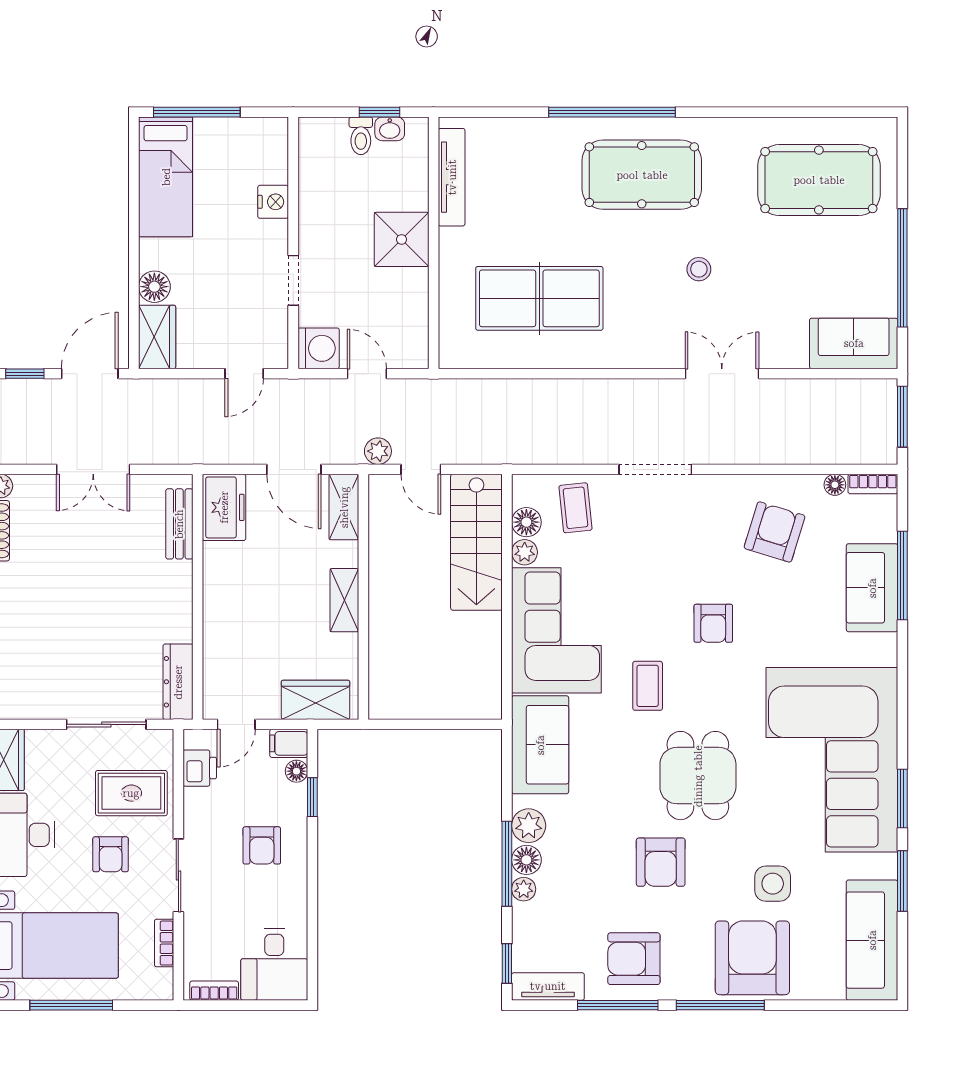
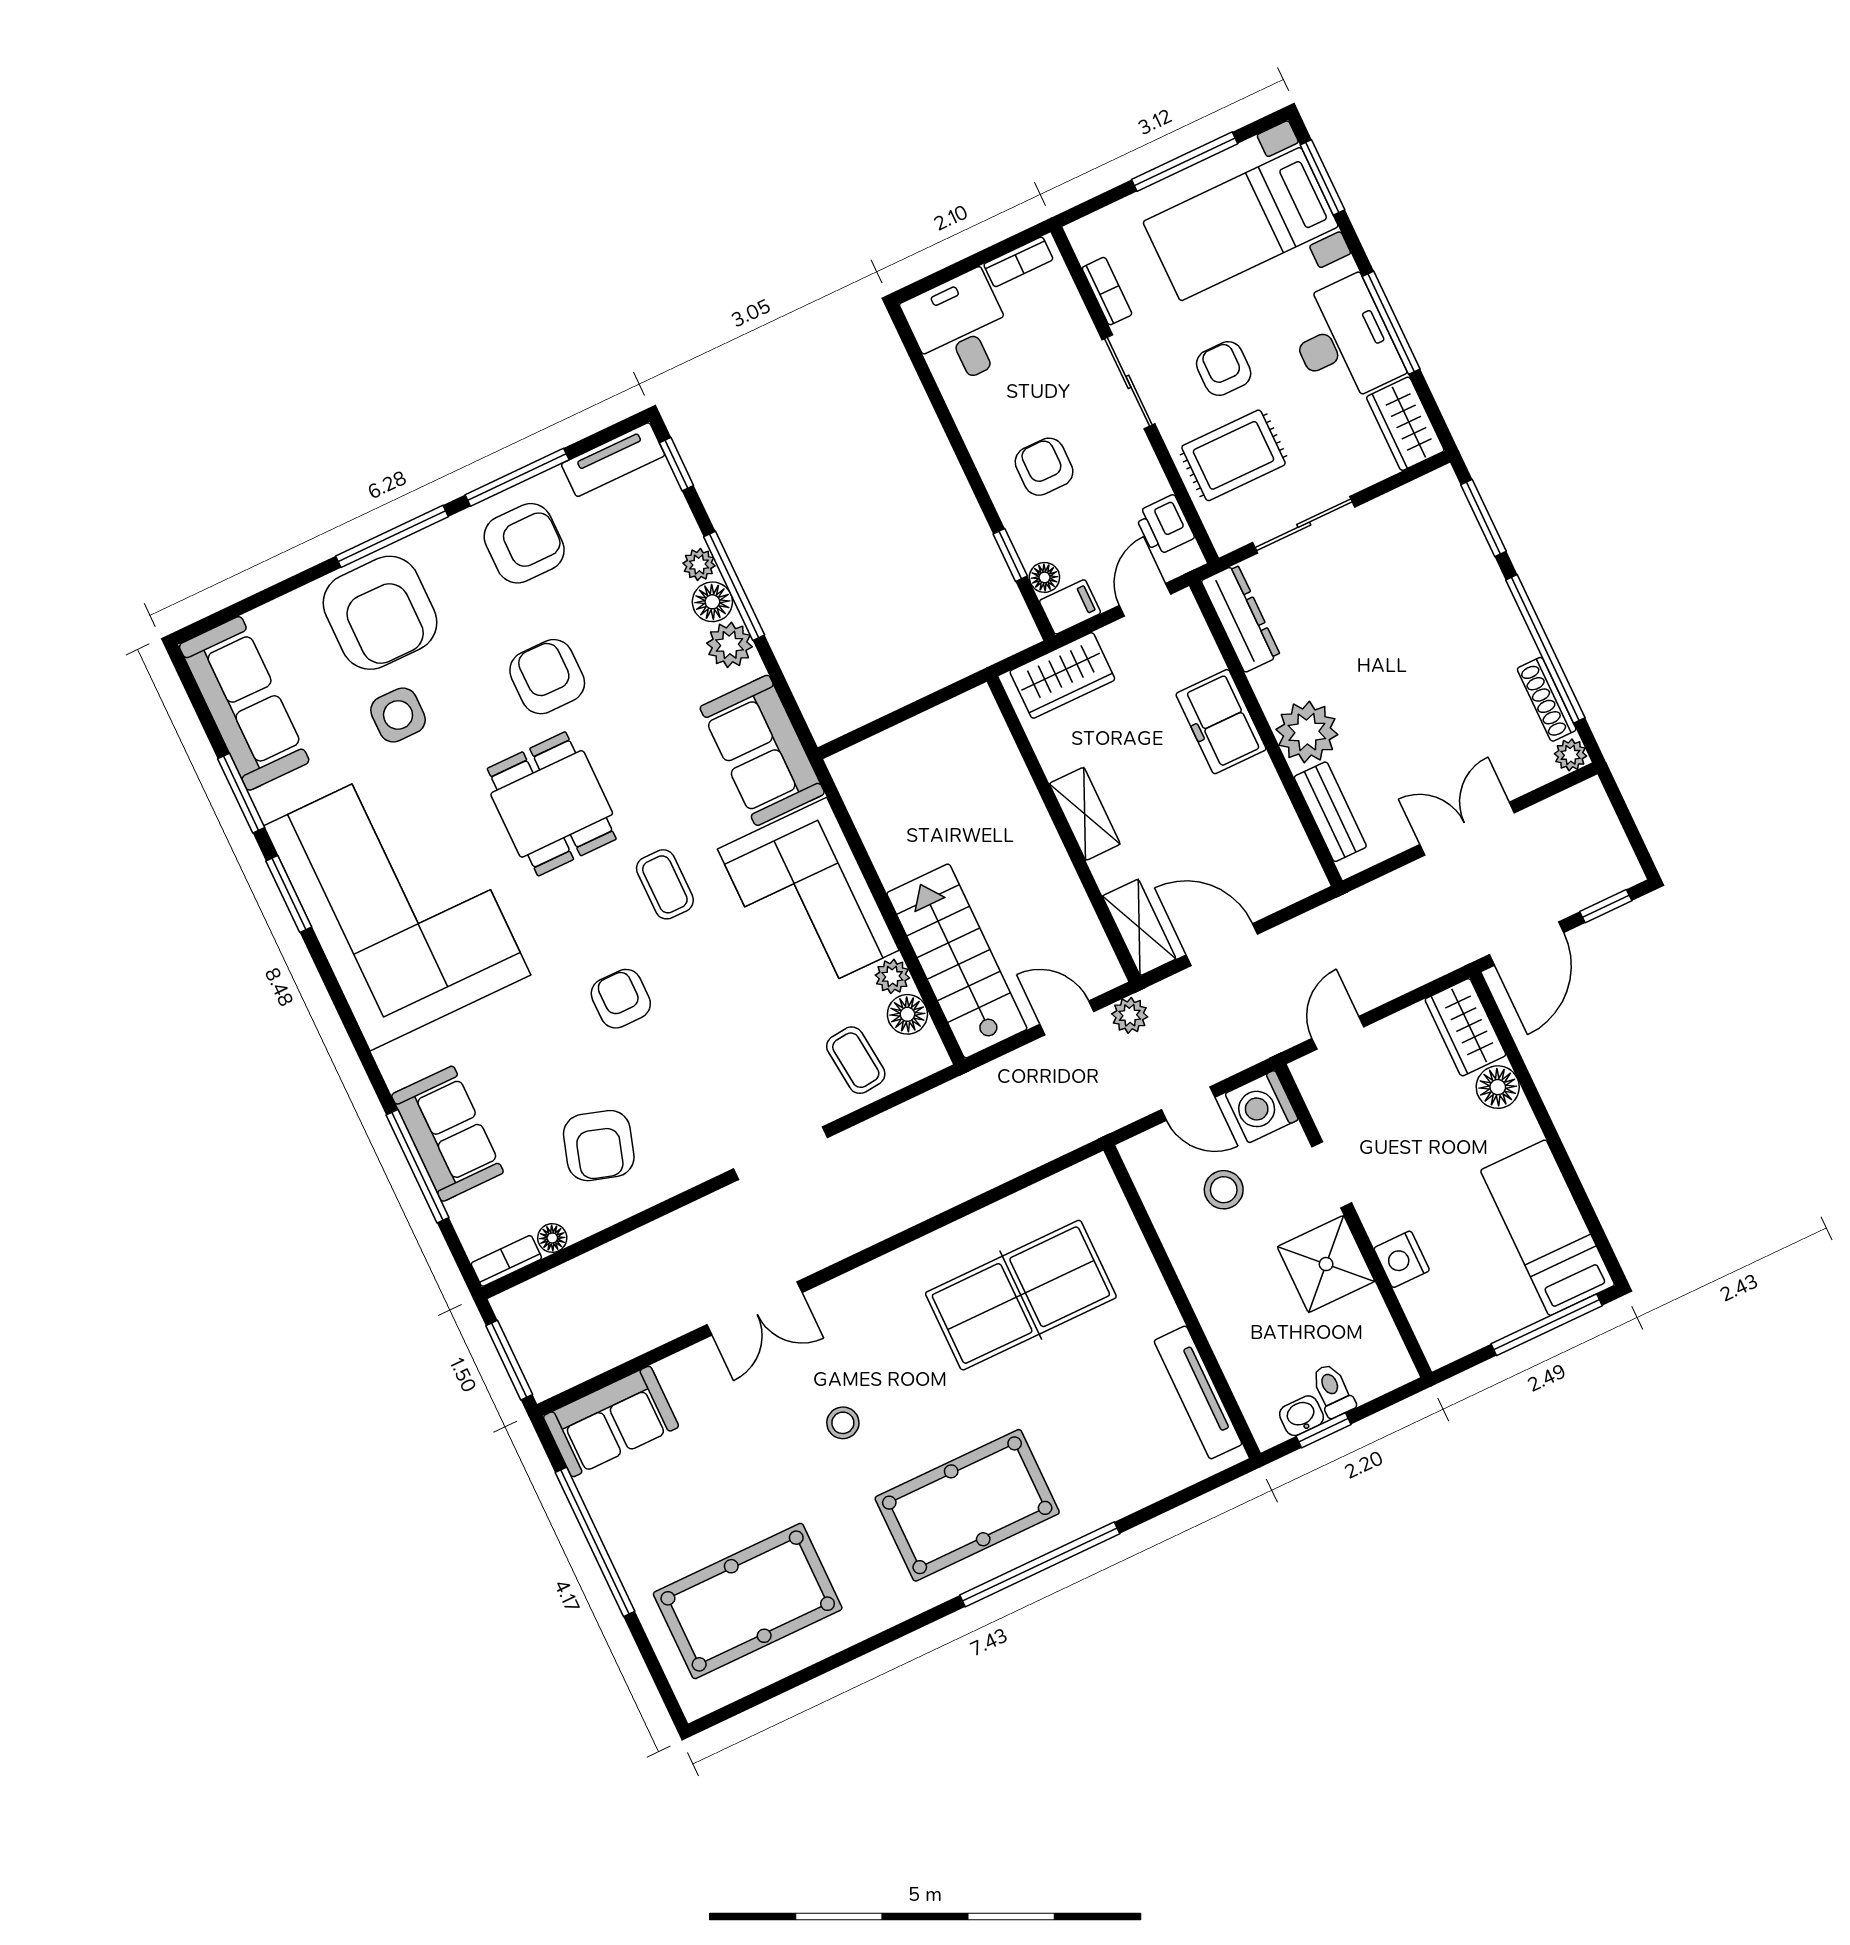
shower: (402, 239) -> (1326, 1264), moved
stool: (370, 305) -> (1224, 1190), added
freezer: (224, 507) -> (1221, 722), moved
plant: (170, 585) -> (1307, 732), added

